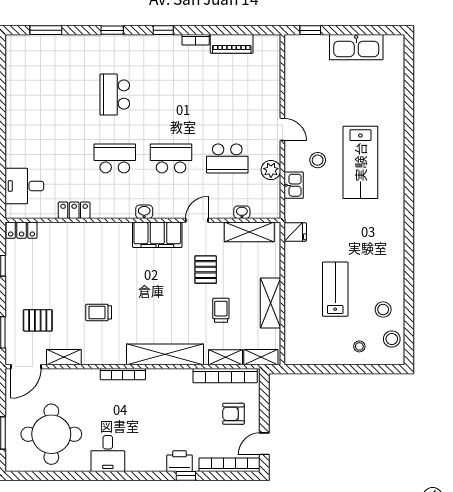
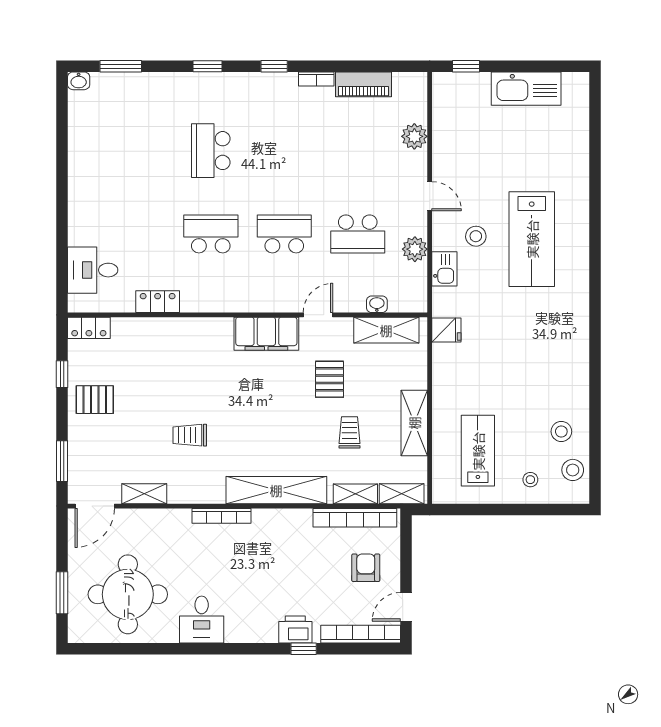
plant: (271, 84) -> (414, 136), added
washbasin: (144, 212) -> (79, 81), moved, turned 180
lab bench: (335, 289) -> (478, 451), moved
pallet: (38, 320) -> (95, 400), moved
armchair: (233, 414) -> (366, 568), turned 90

